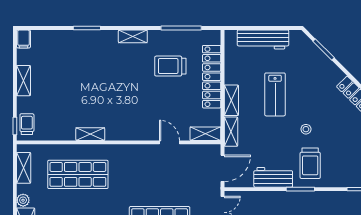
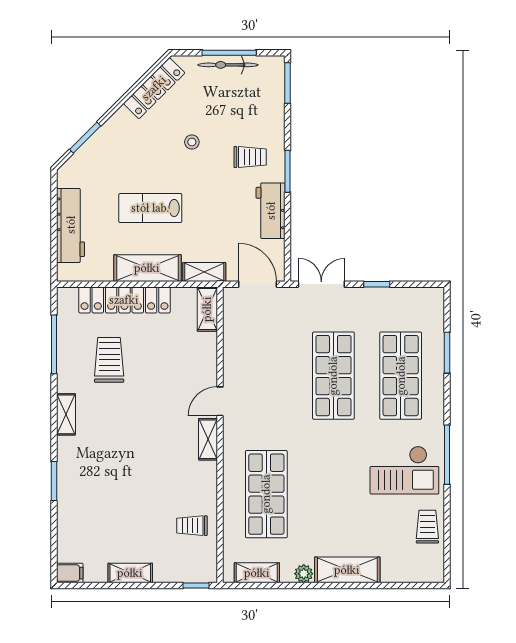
trolley: (170, 66) -> (109, 360), turned 180
lab bench: (275, 94) -> (150, 208), turned 180
shelving: (231, 100) -> (147, 268), width x1.50, depth x1.33
trolley: (27, 124) -> (192, 526), moved
stool: (306, 129) -> (192, 142), moved
shelving: (90, 134) -> (208, 439), moved
door: (170, 142) -> (220, 401), moved
trolley: (310, 163) -> (250, 157), width x0.73, depth x0.72

